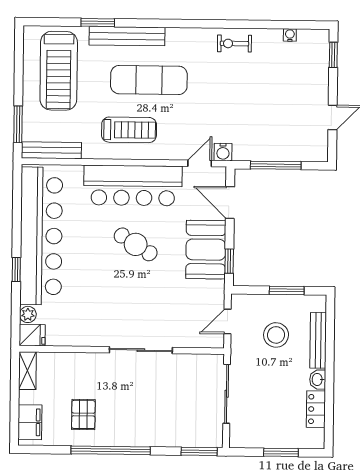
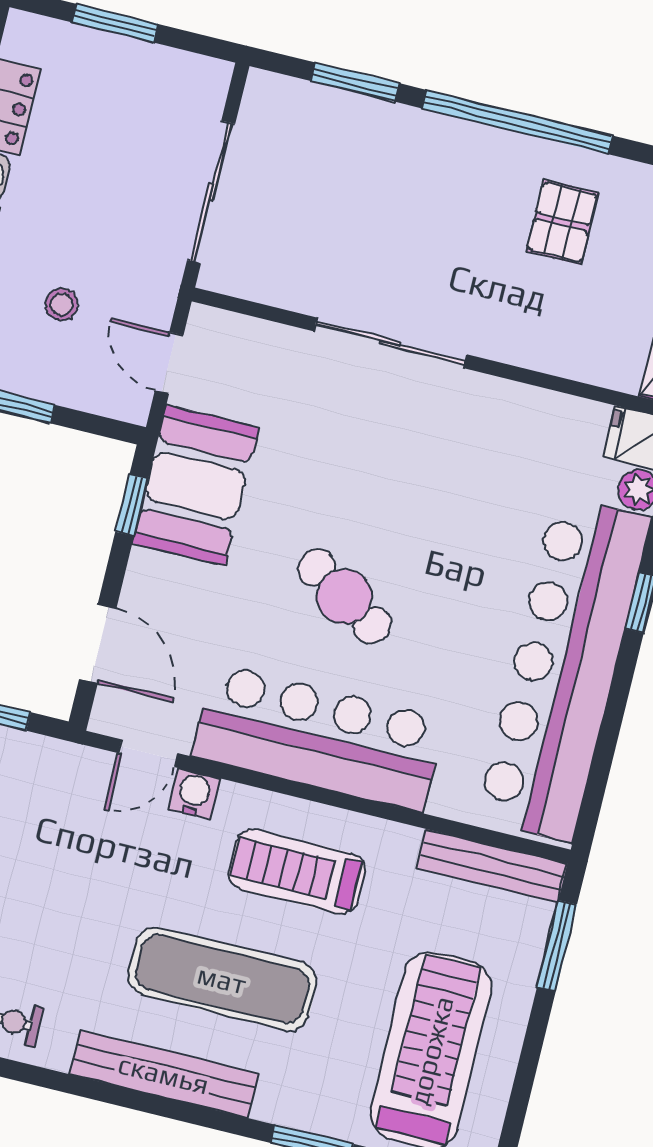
bench: (127, 36) -> (164, 1074), moved
water cooler: (223, 152) -> (194, 794), moved
booth: (206, 250) -> (196, 485), moved
door: (228, 321) -> (169, 363), swing flipped
stool: (276, 335) -> (62, 304), width x0.53, depth x0.53
window: (199, 451) -> (355, 82), moved

